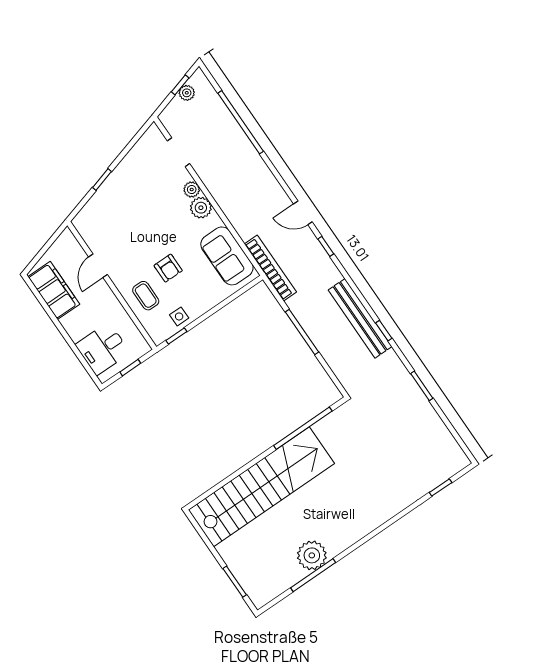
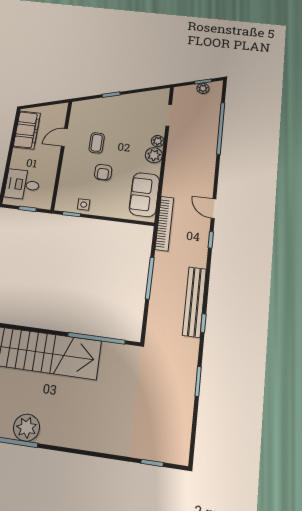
coffee table: (146, 296) -> (97, 143), moved

